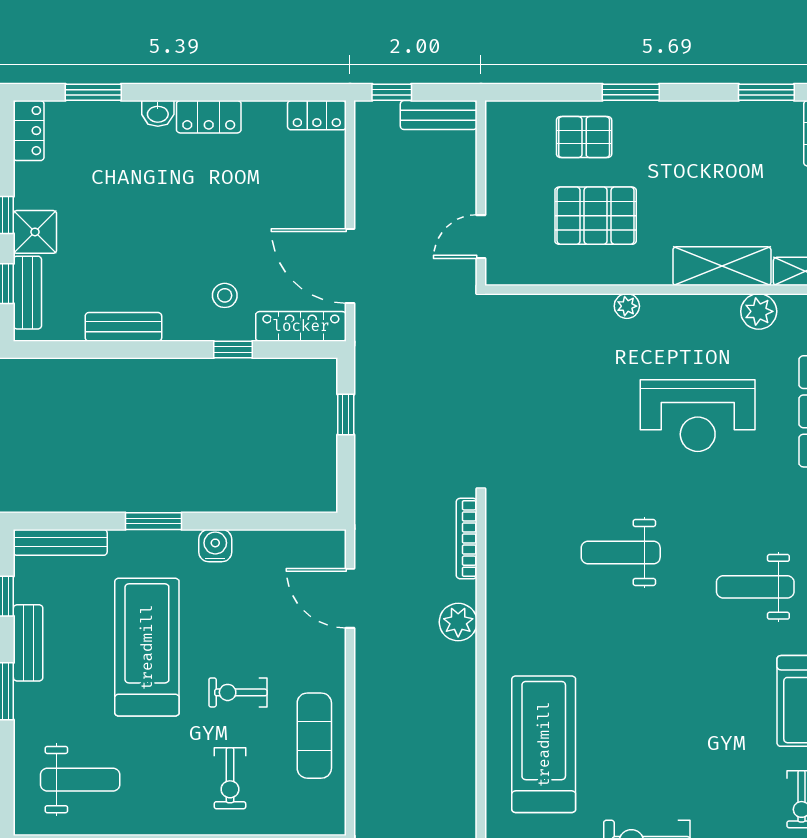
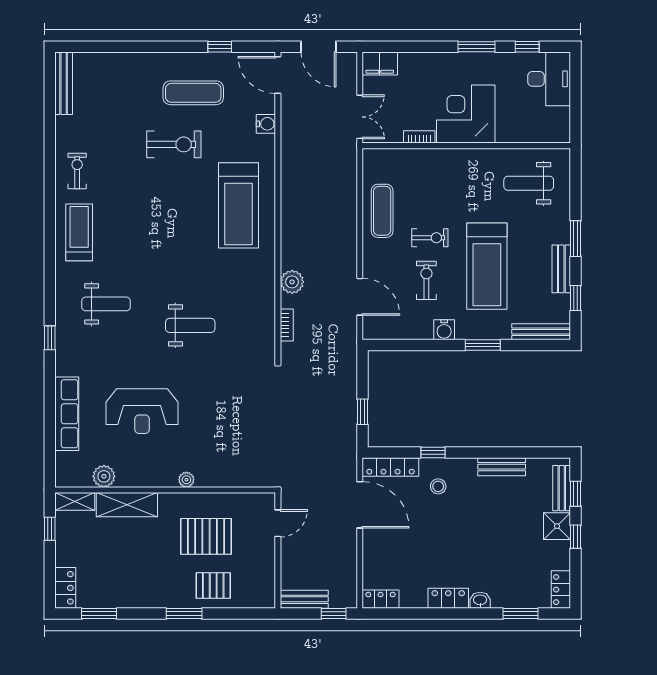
reception desk: (698, 416) -> (142, 411), turned 180
bookcase: (467, 539) -> (287, 325), width x0.64
exercise bike: (230, 778) -> (426, 280), moved

